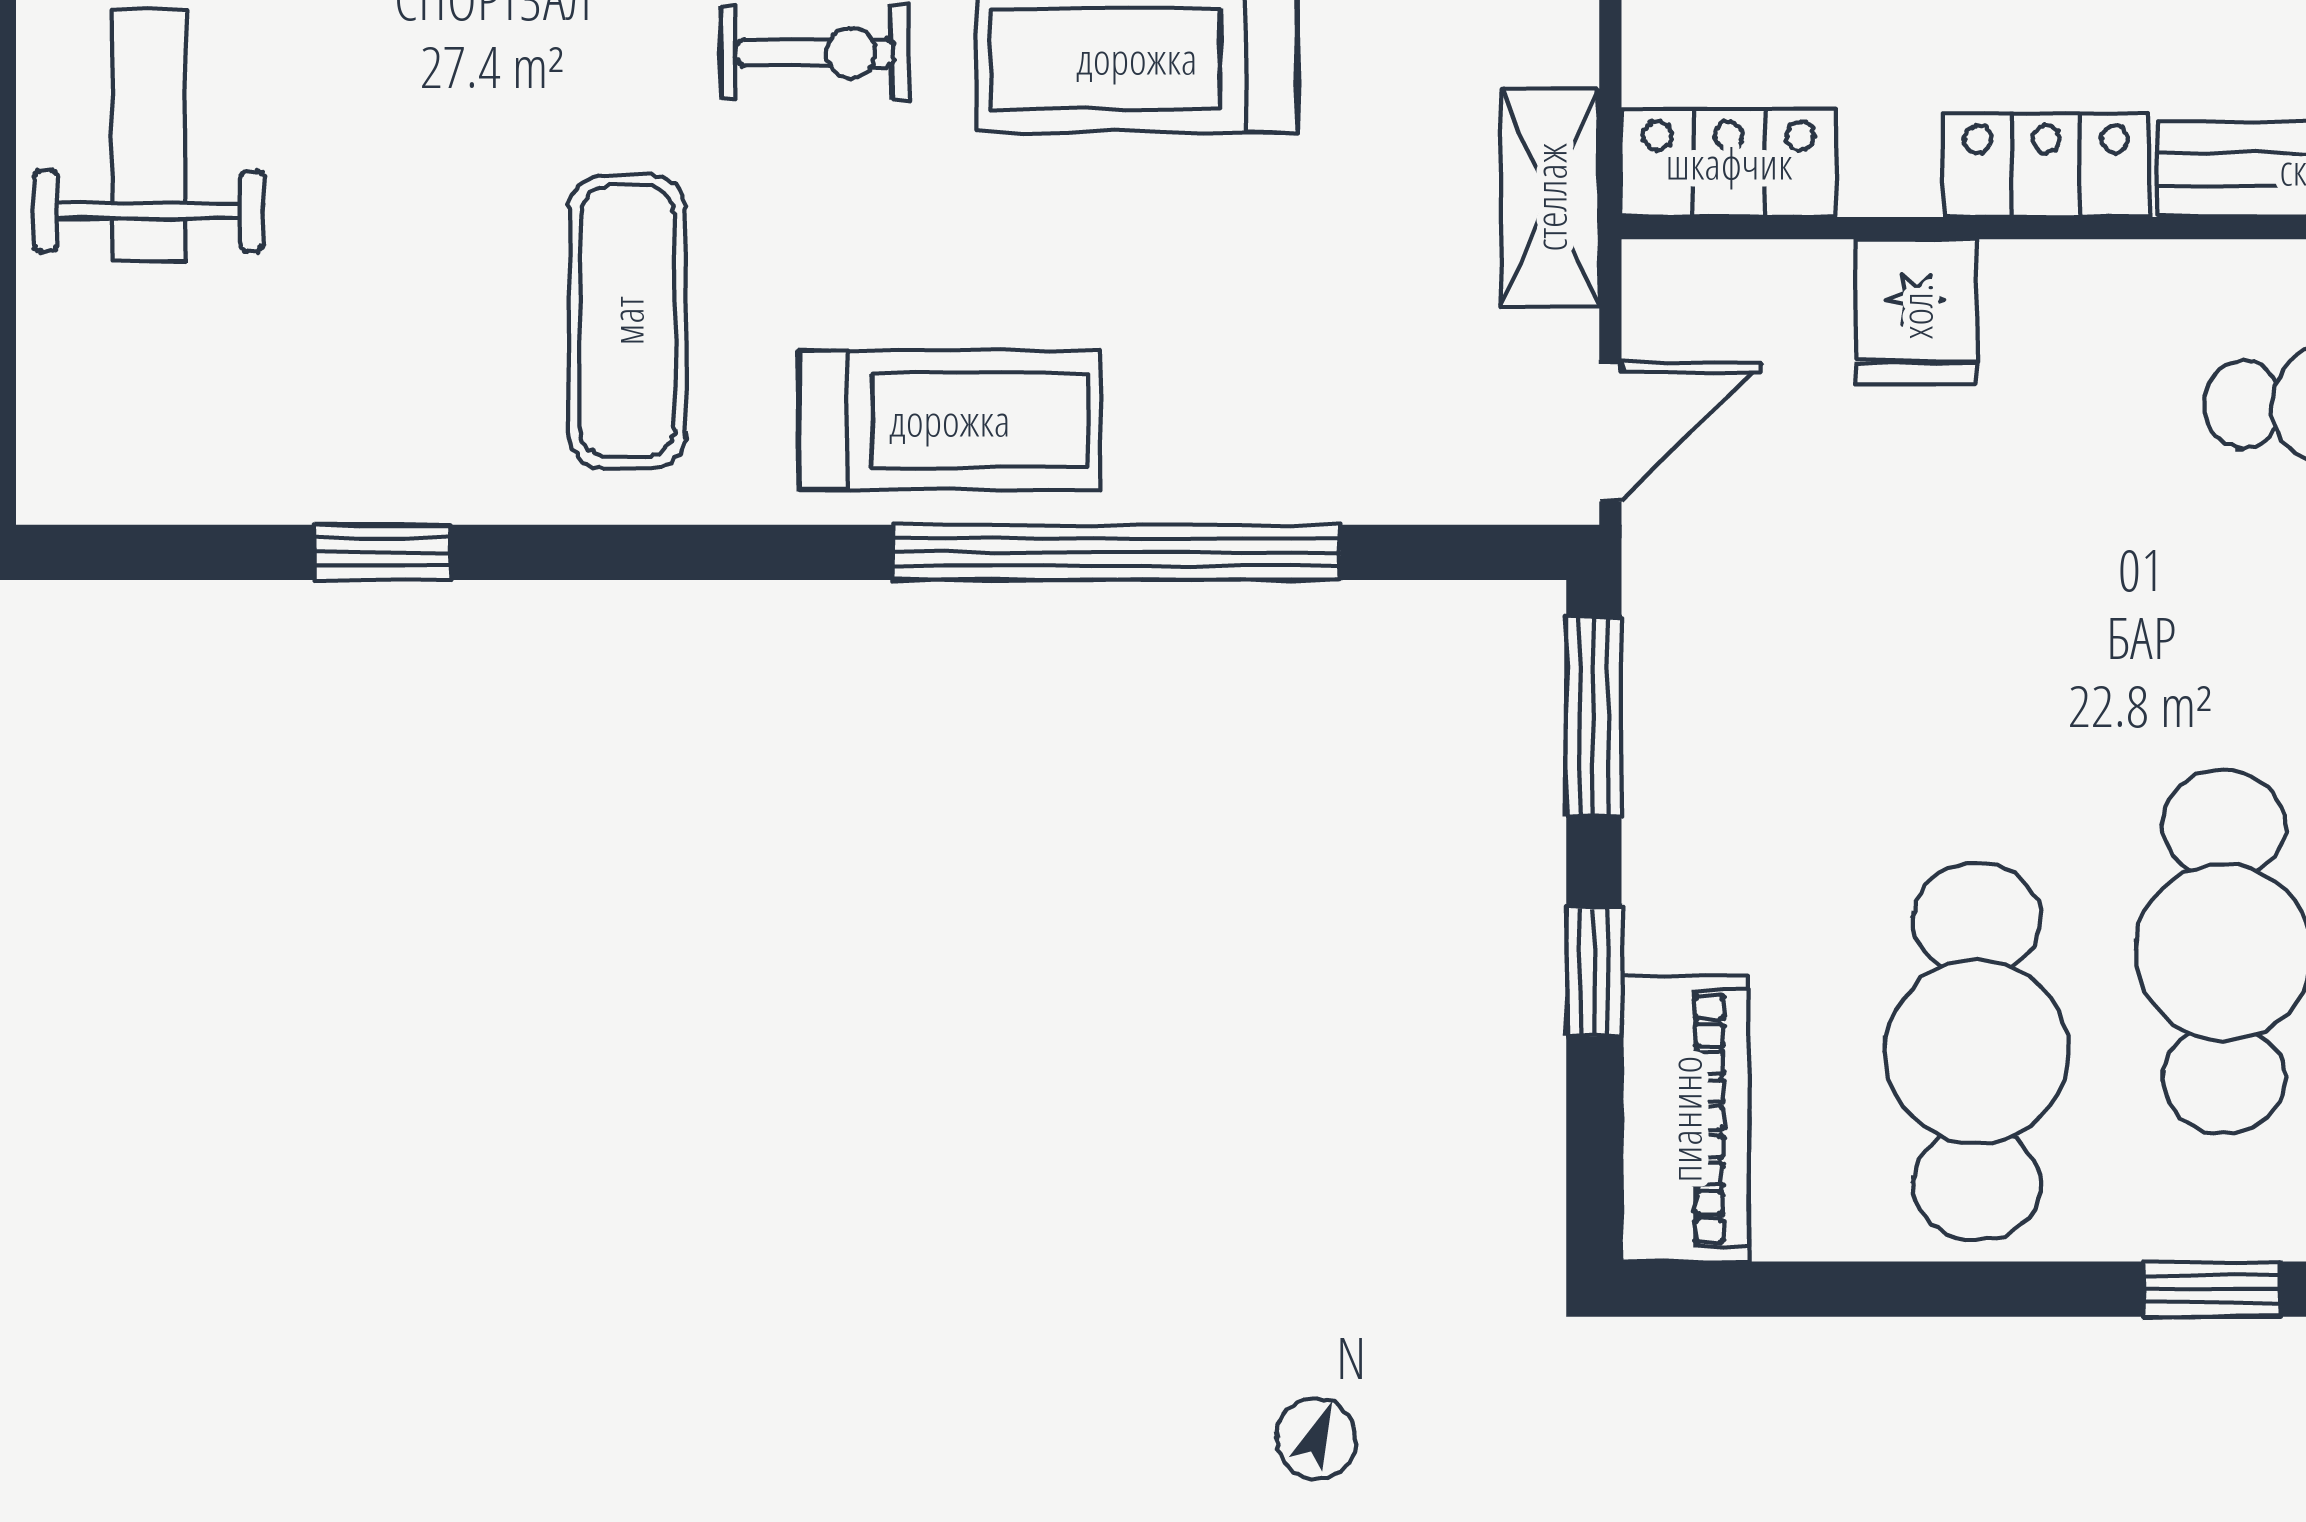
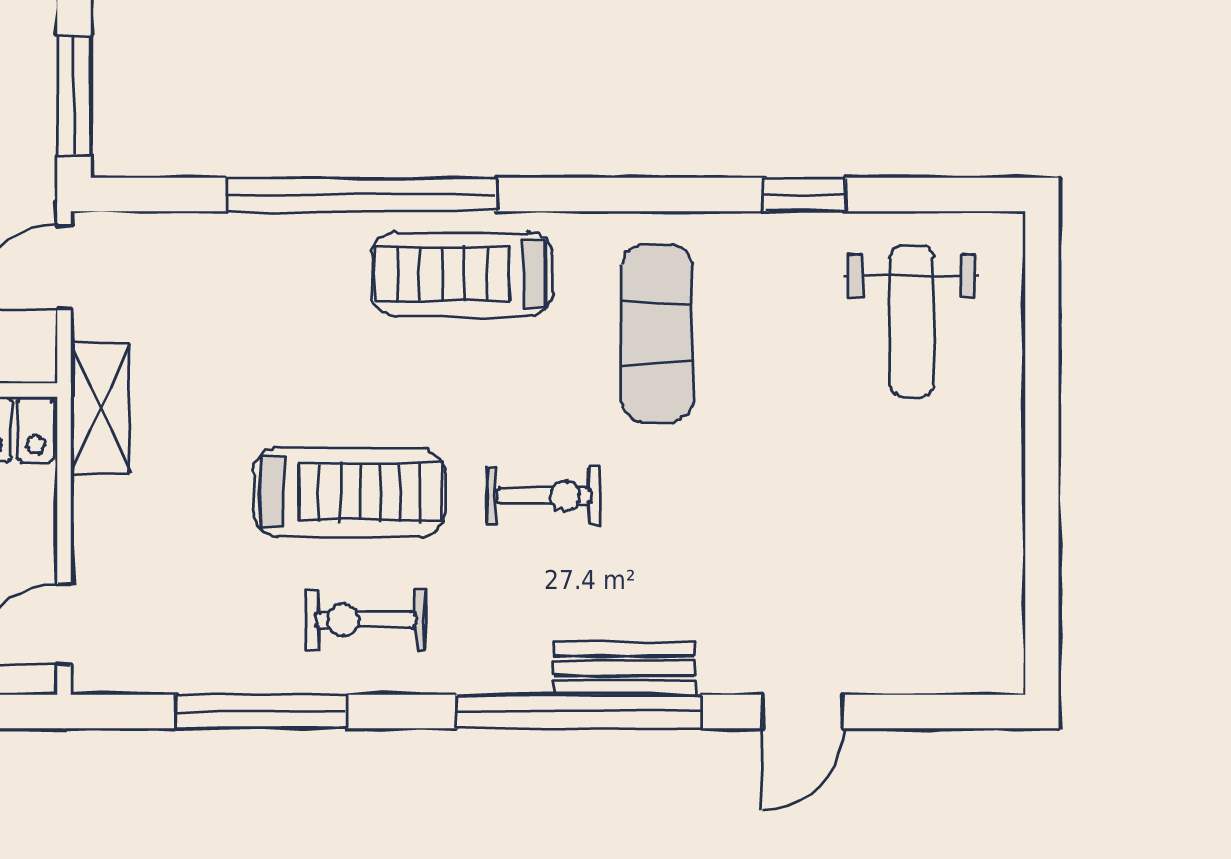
exercise bike: (815, 53) -> (543, 496), turned 180
weight bench: (149, 136) -> (912, 321), moved

